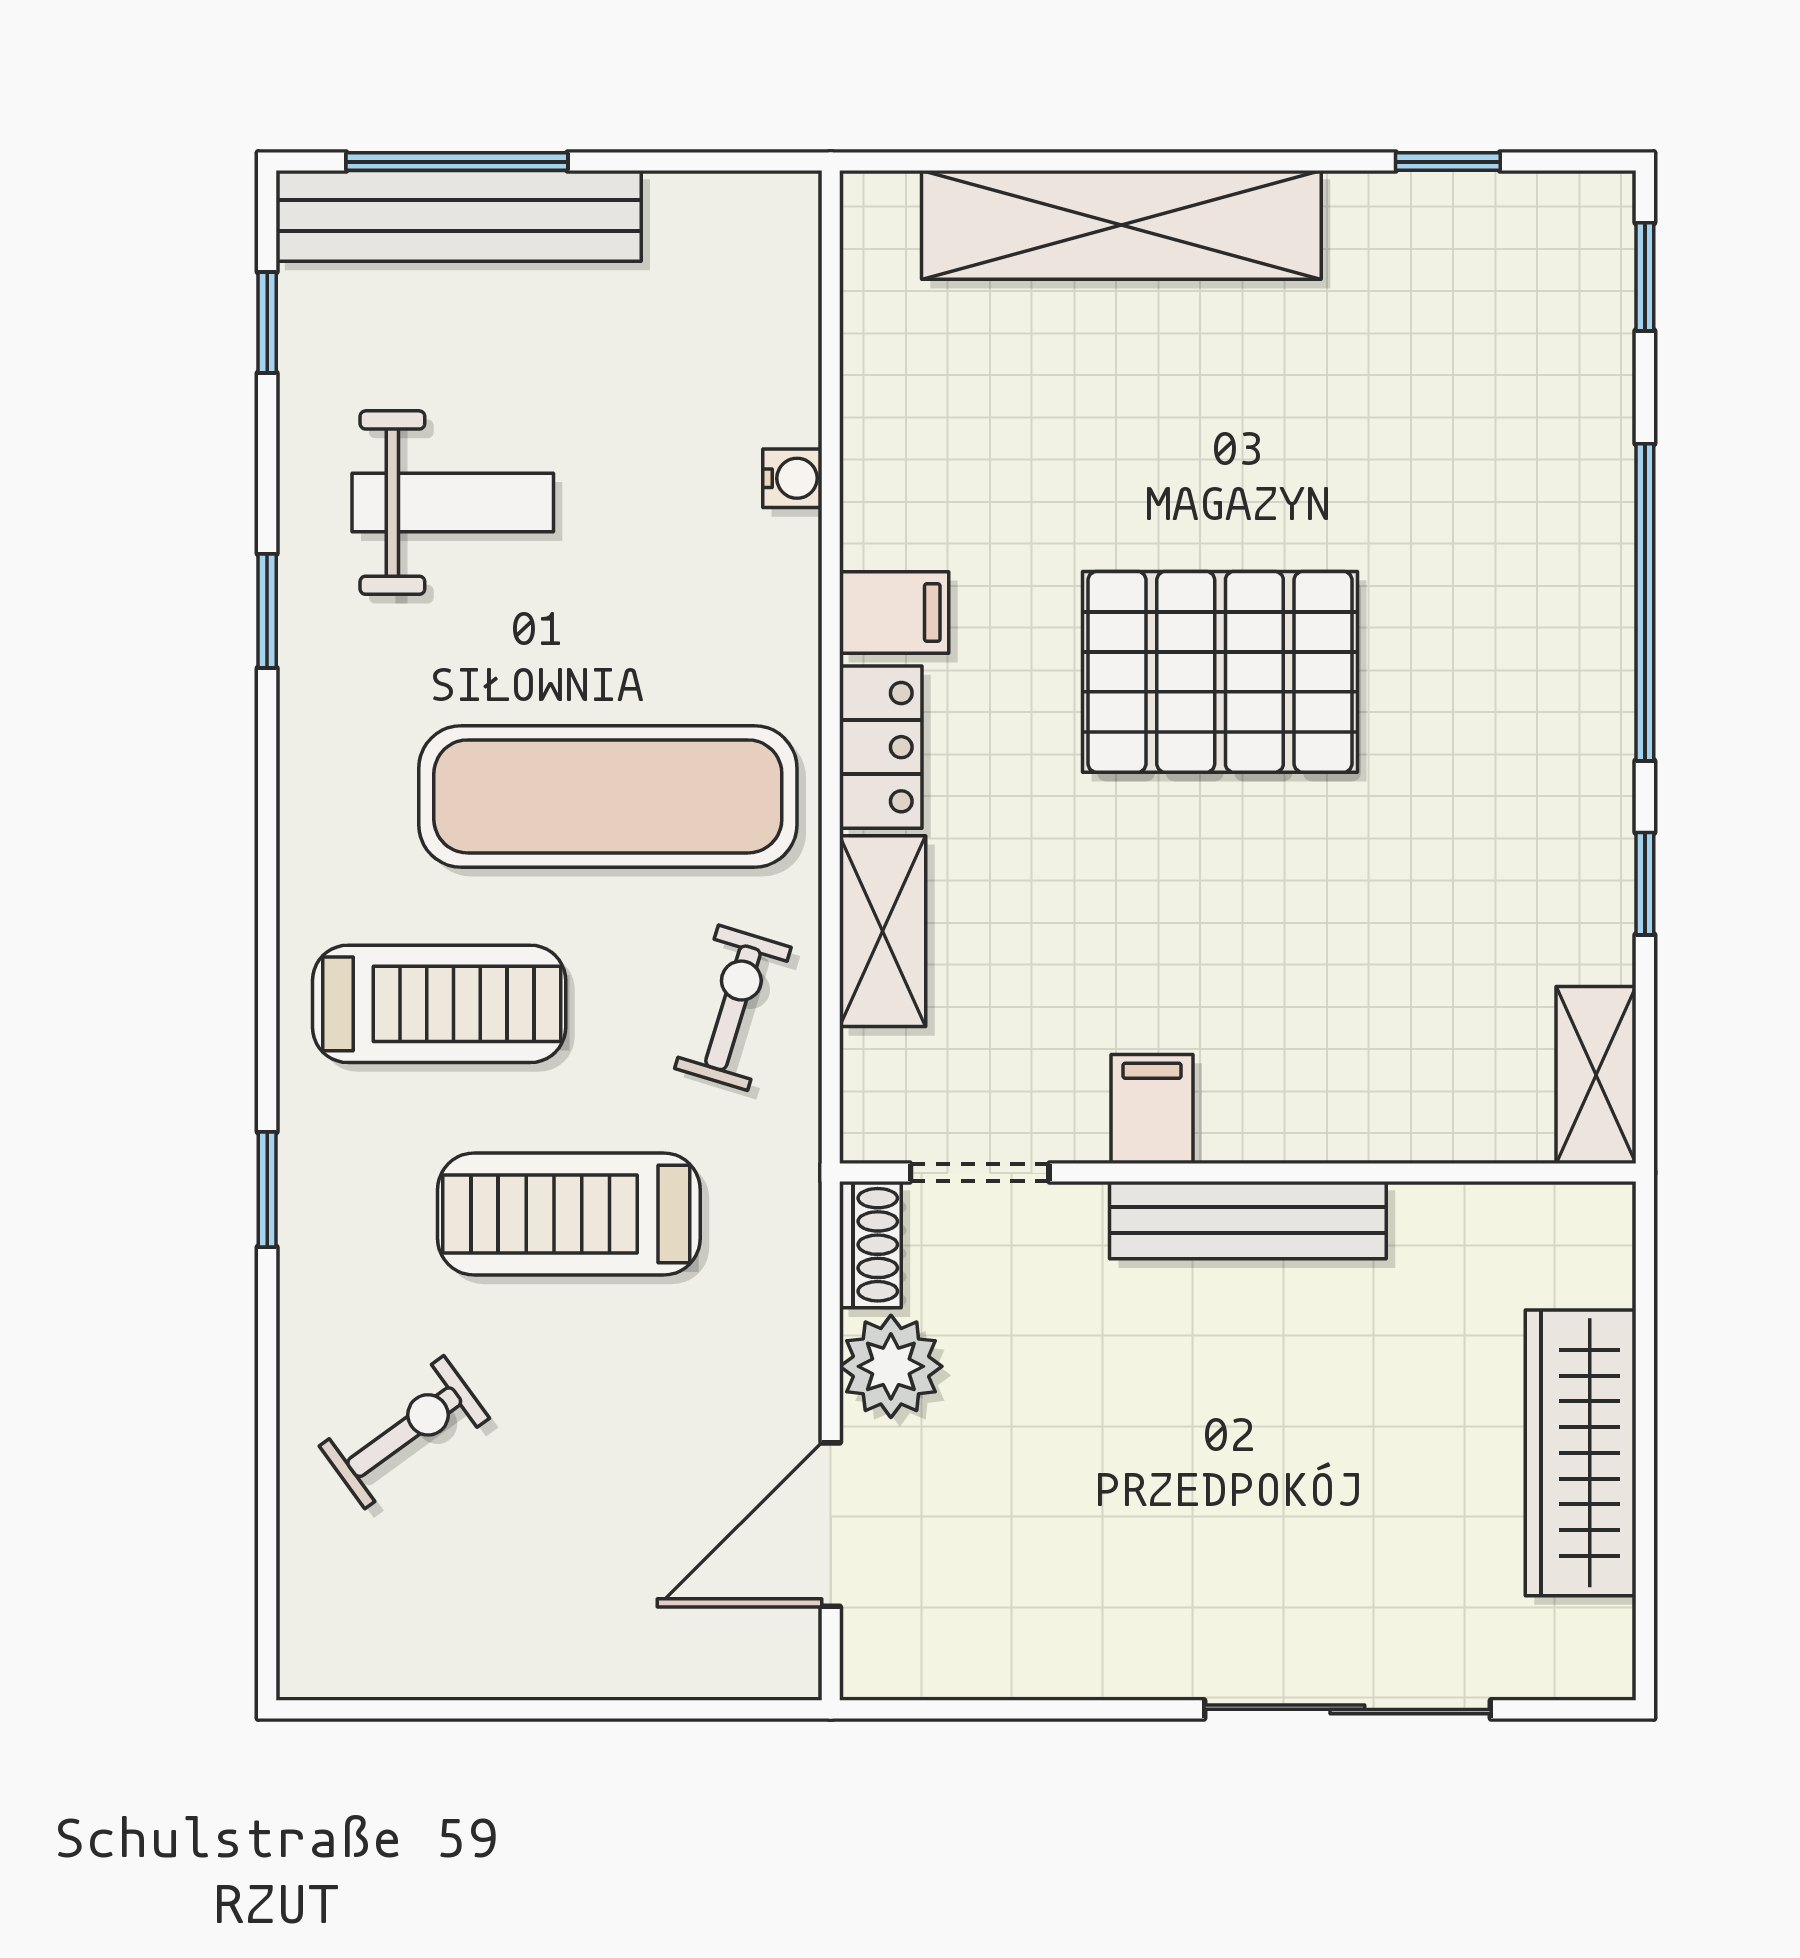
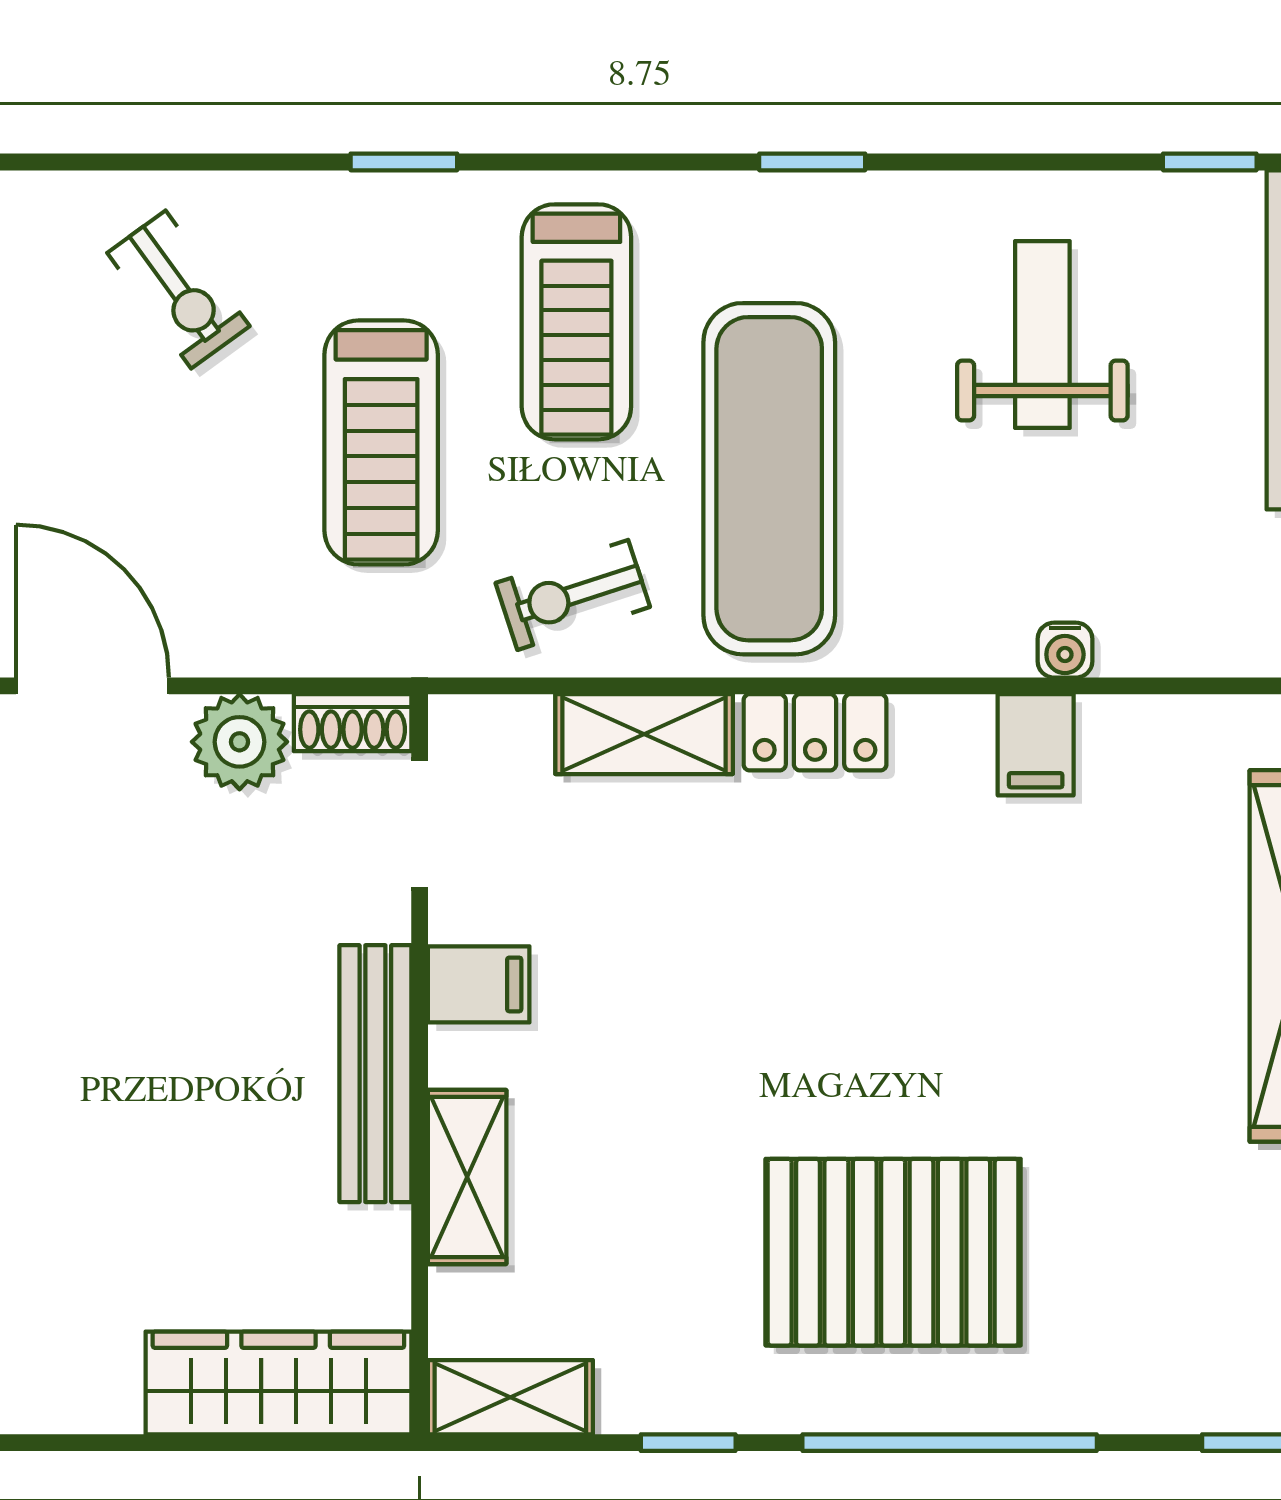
weight bench: (453, 503) -> (1042, 335), turned 180
window: (267, 611) -> (812, 162), moved
filing cabinet: (894, 612) -> (1036, 745), moved
pallet: (1220, 672) -> (893, 1252), moved, turned 90
exercise bike: (733, 1008) -> (573, 595), turned 145
shelving: (1359, 1121) -> (467, 1177), added
treadmill: (569, 1214) -> (381, 442), turned 180
wardrobe: (1581, 1453) -> (278, 1383), moved

